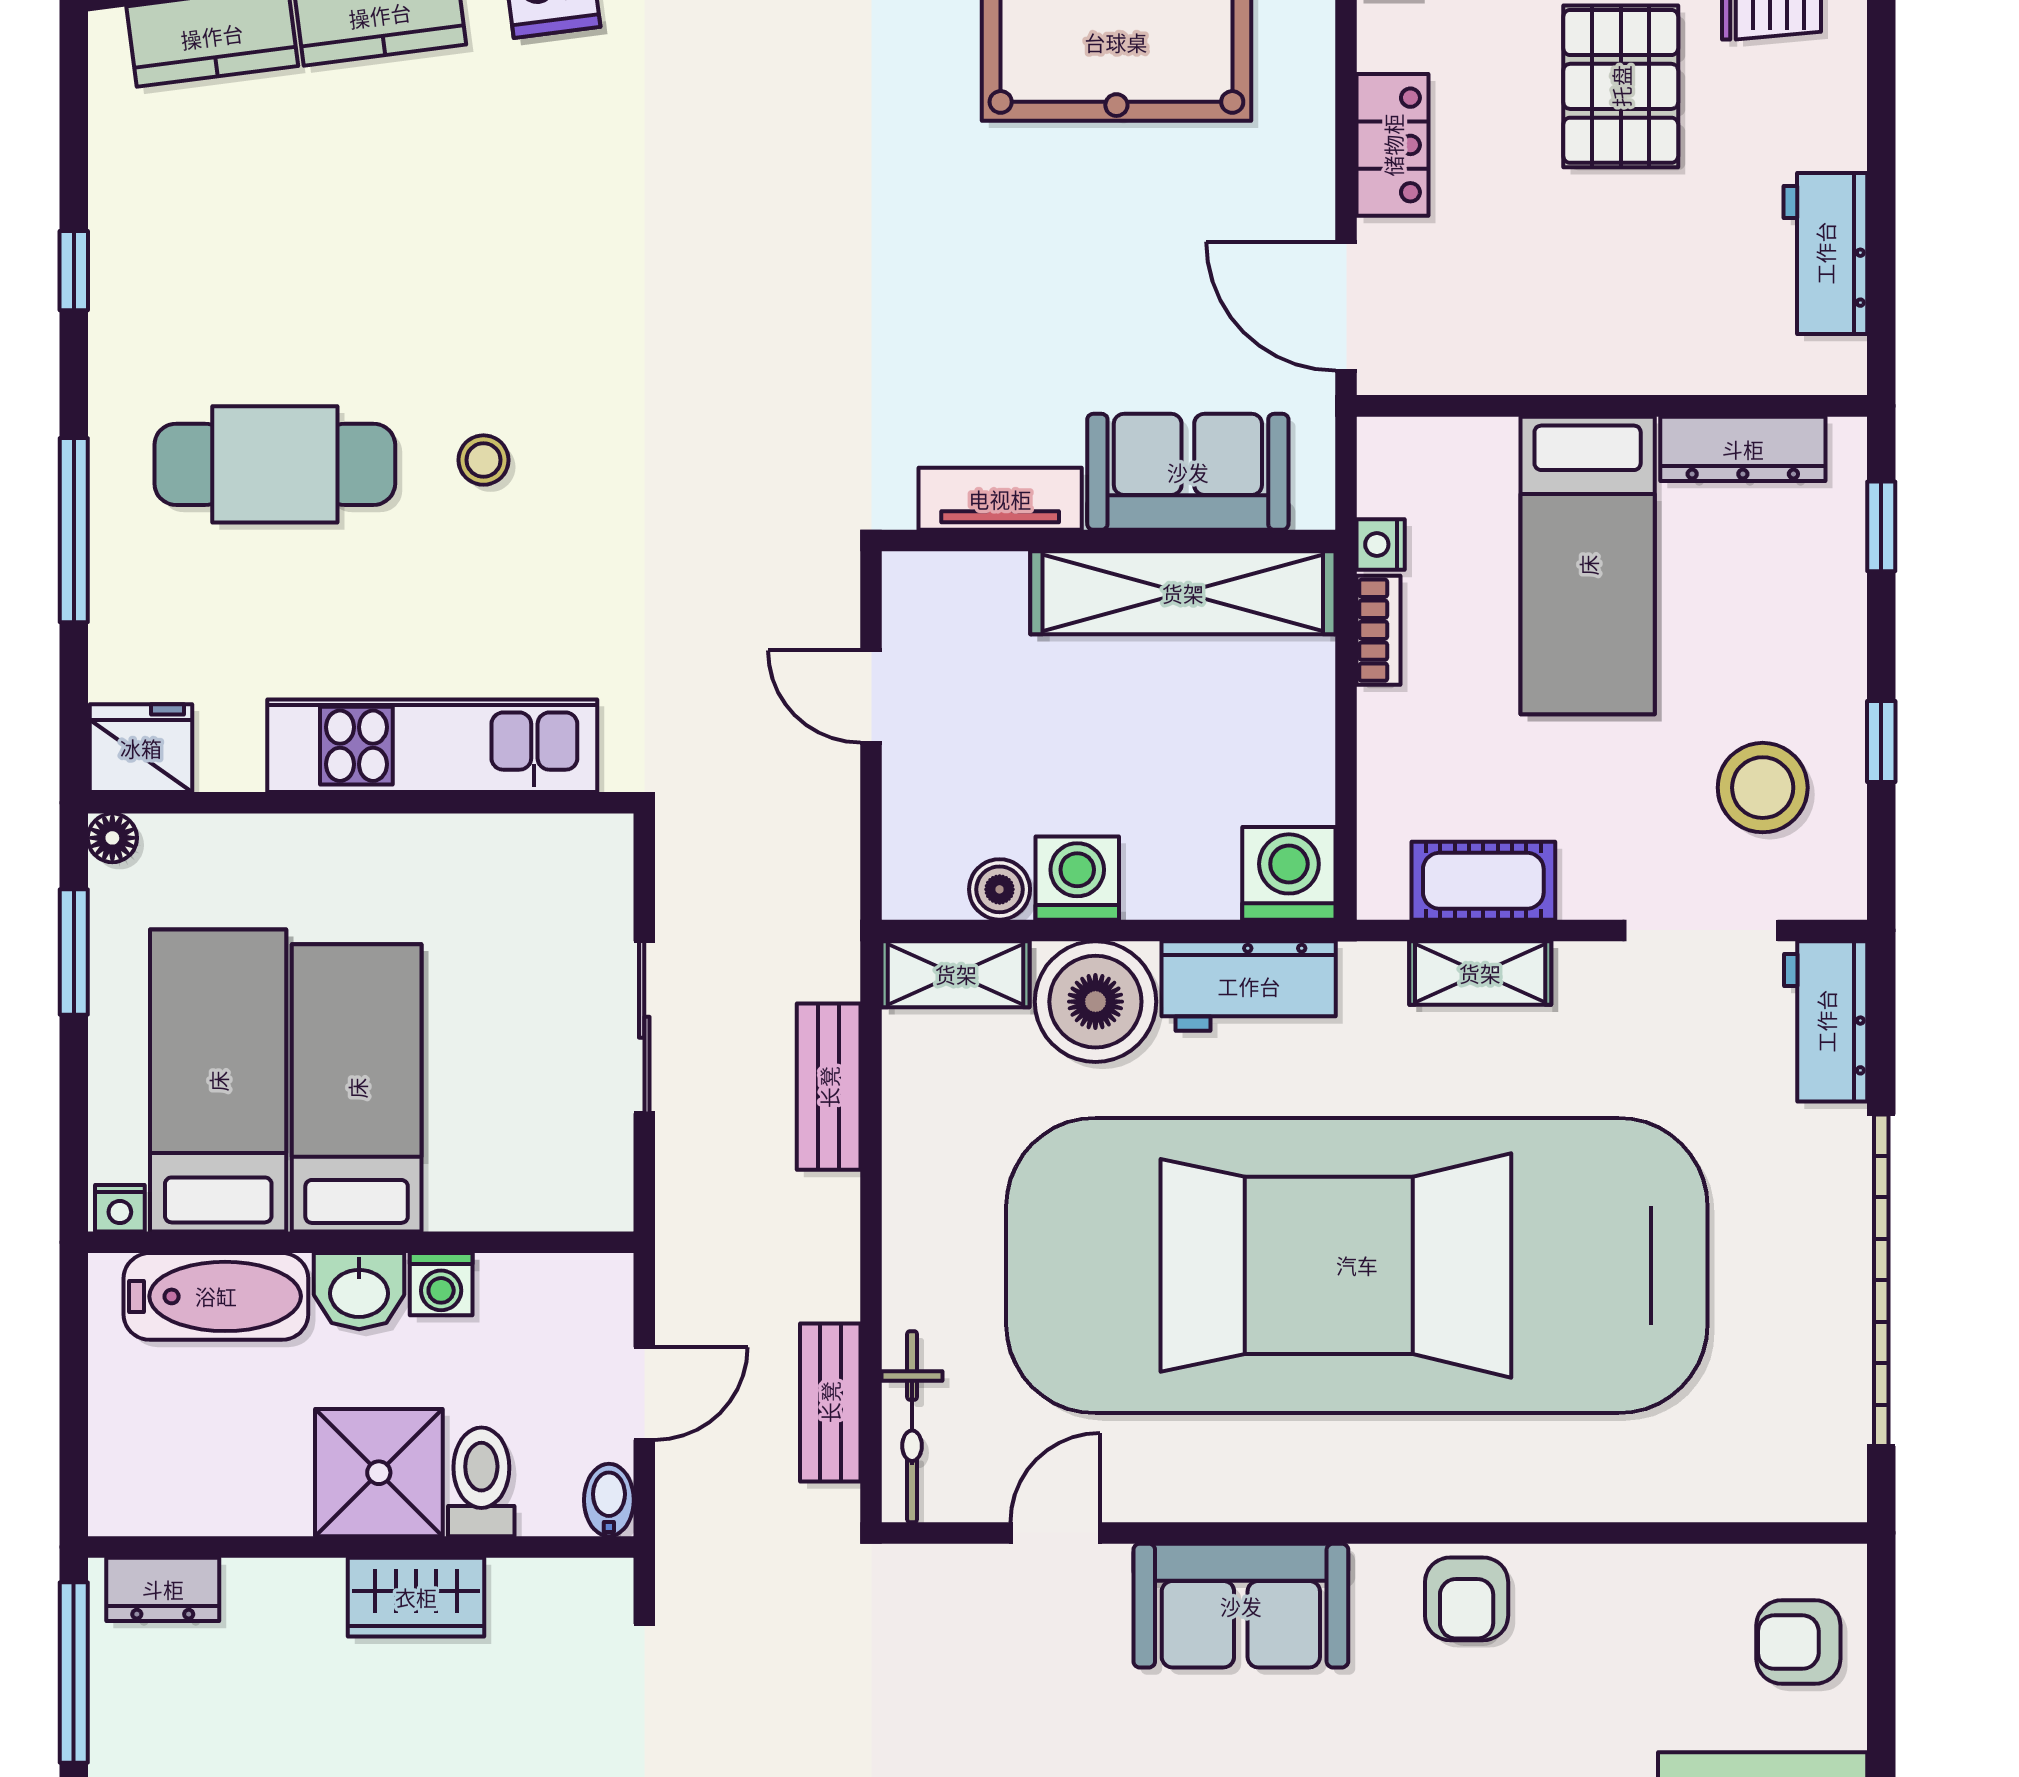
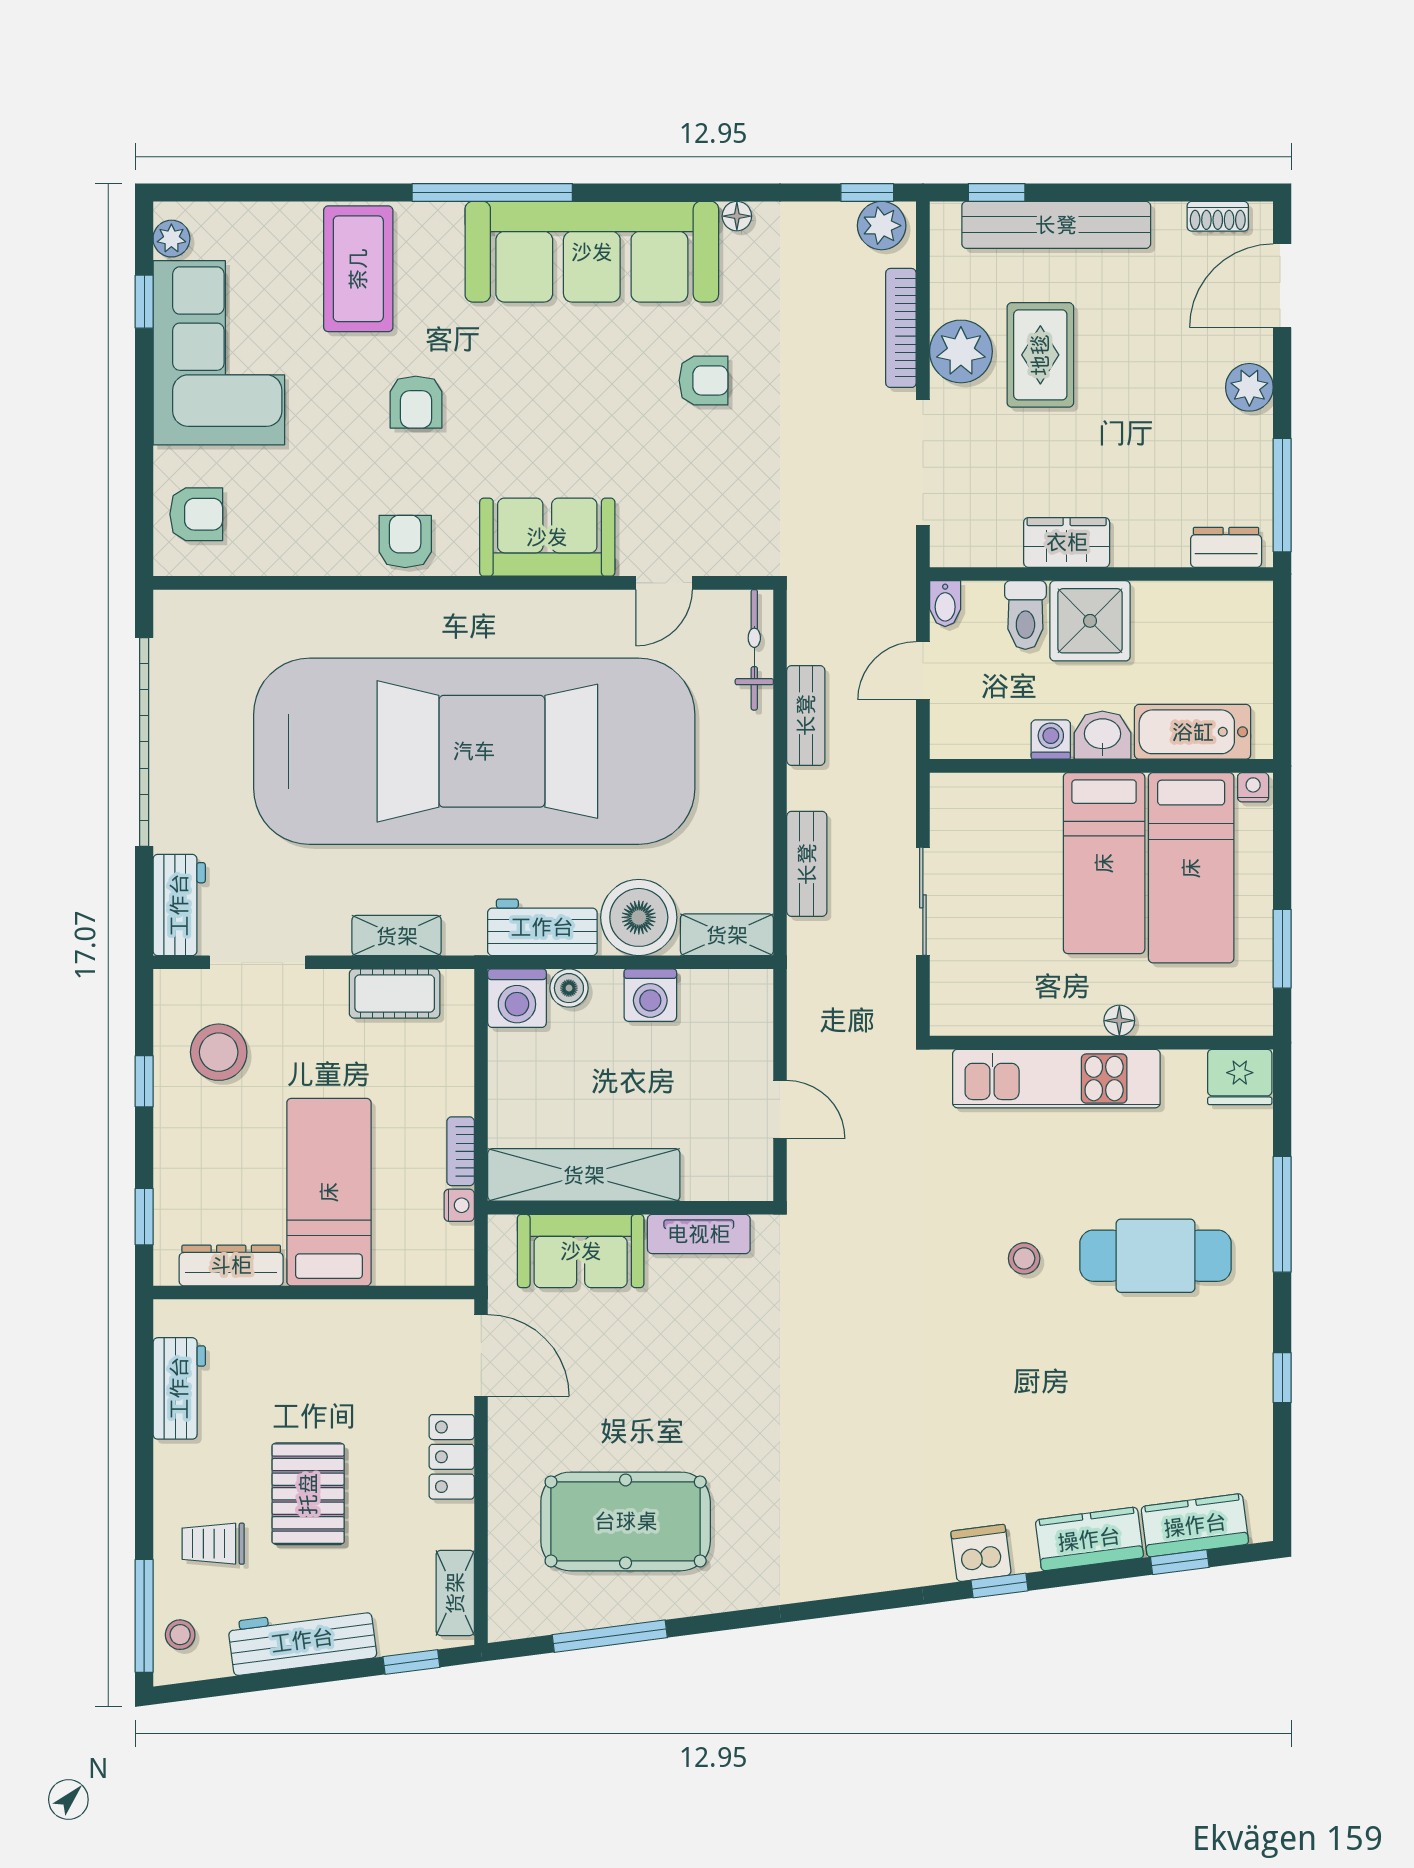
floor lamp: (112, 838) -> (1119, 1021), moved
boiler: (1000, 889) -> (569, 988), moved
bench: (830, 1402) -> (806, 715), moved

